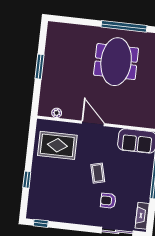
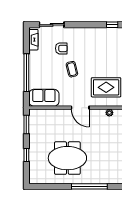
window: (124, 26) -> (89, 186), moved
meeting table: (116, 62) -> (67, 158), turned 90

